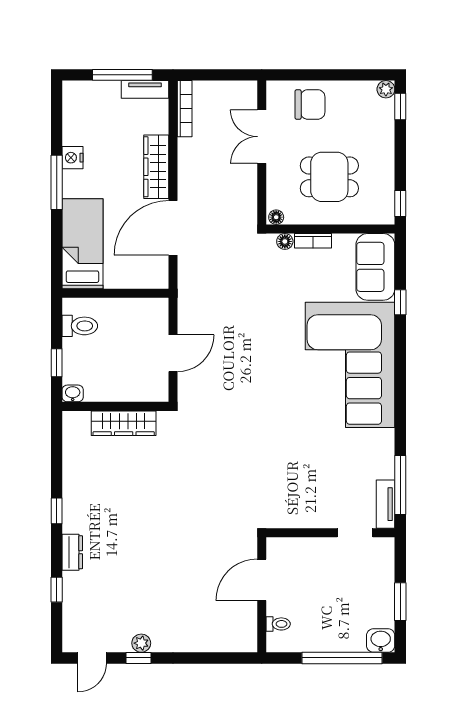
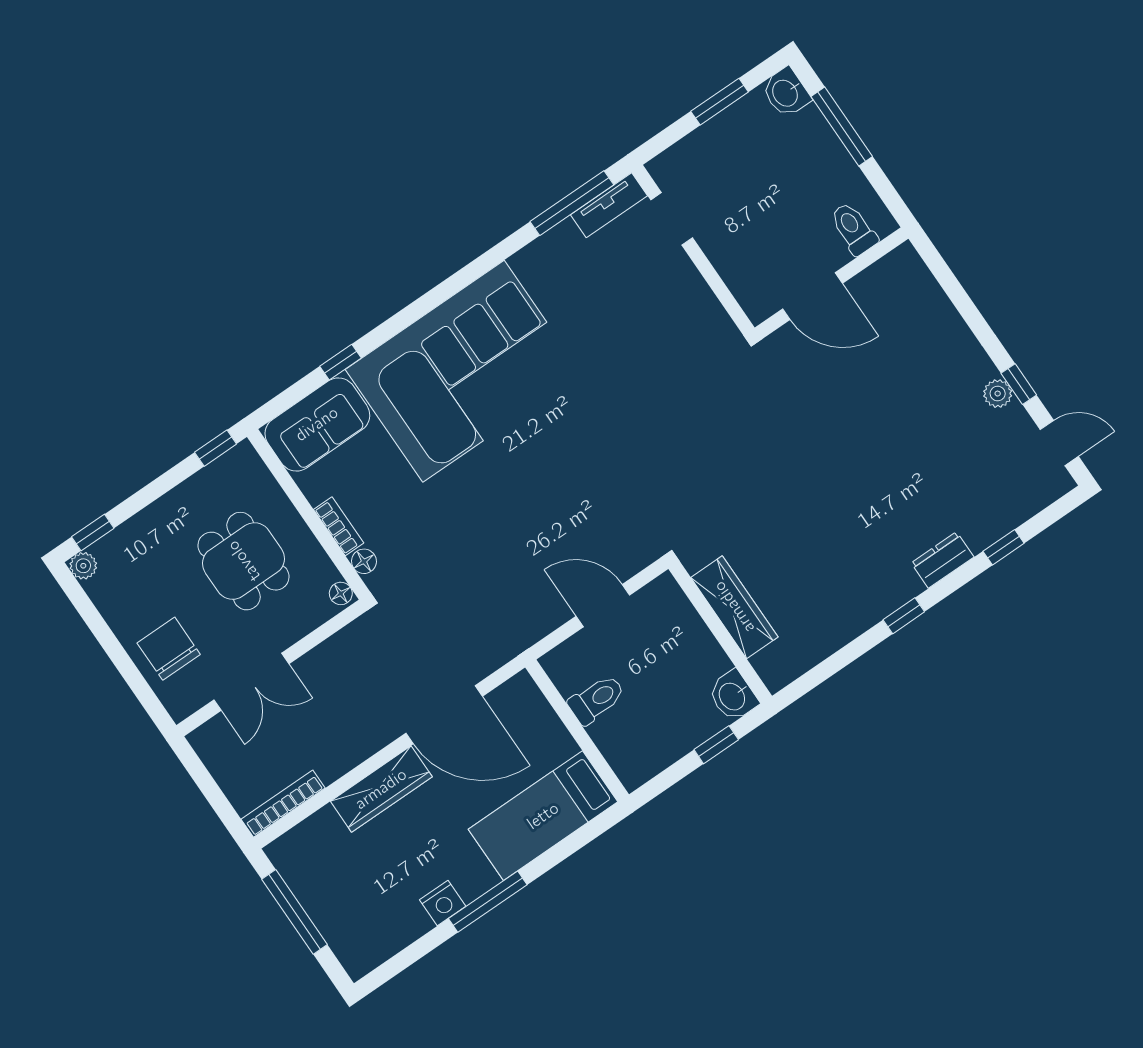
tv unit: (145, 89) -> (293, 871), removed
toilet: (80, 326) -> (597, 699), moved, turned 90
washbasin: (73, 393) -> (733, 696), width x1.38, depth x1.45
toilet: (278, 624) -> (854, 229), width x1.37, depth x1.39
window: (342, 658) -> (842, 127), width x0.68

